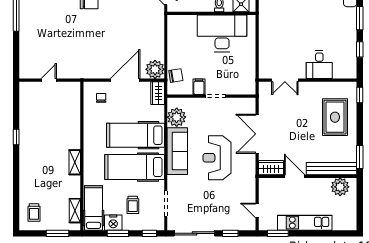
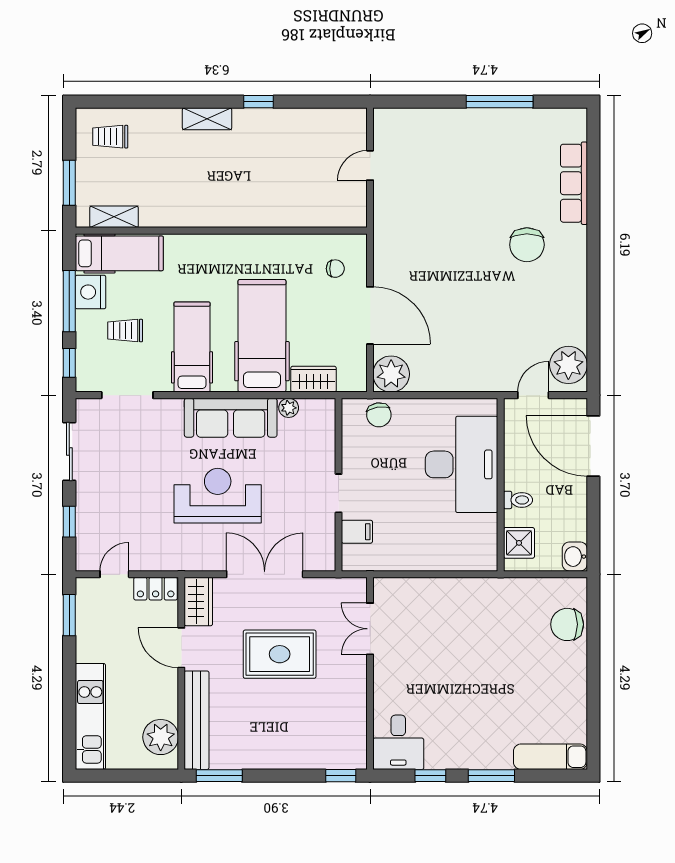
desk: (222, 33) -> (462, 464), moved
desk: (319, 65) -> (398, 742), moved, turned -90
door: (49, 80) -> (370, 165), swing flipped
filing cabinet: (199, 87) -> (357, 532), moved
wardrobe: (158, 93) -> (314, 379), moved
plant: (177, 117) -> (289, 408), width x0.53, depth x0.53
rug: (335, 117) -> (280, 654), moved
shelving: (75, 162) -> (207, 119), moved
hospital bed: (135, 167) -> (192, 347), width x0.73, depth x0.78
door: (295, 176) -> (181, 648), swing flipped
locker: (264, 189) -> (156, 589), added
kitchen unit: (305, 223) -> (90, 716), moved
window: (118, 233) -> (69, 301), width x1.44
sliding door: (194, 233) -> (69, 451), width x0.73

